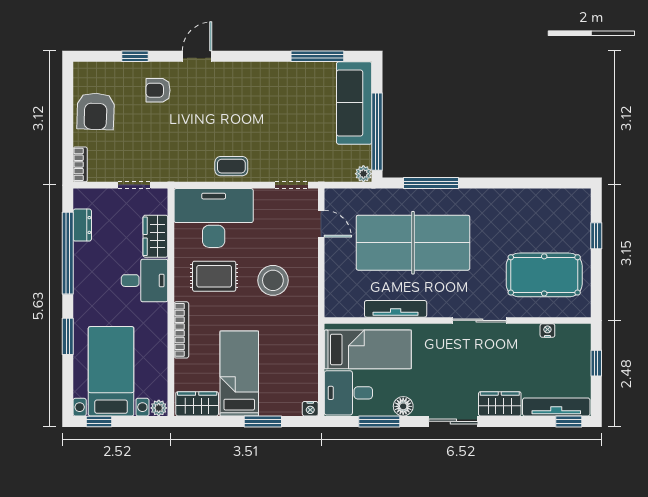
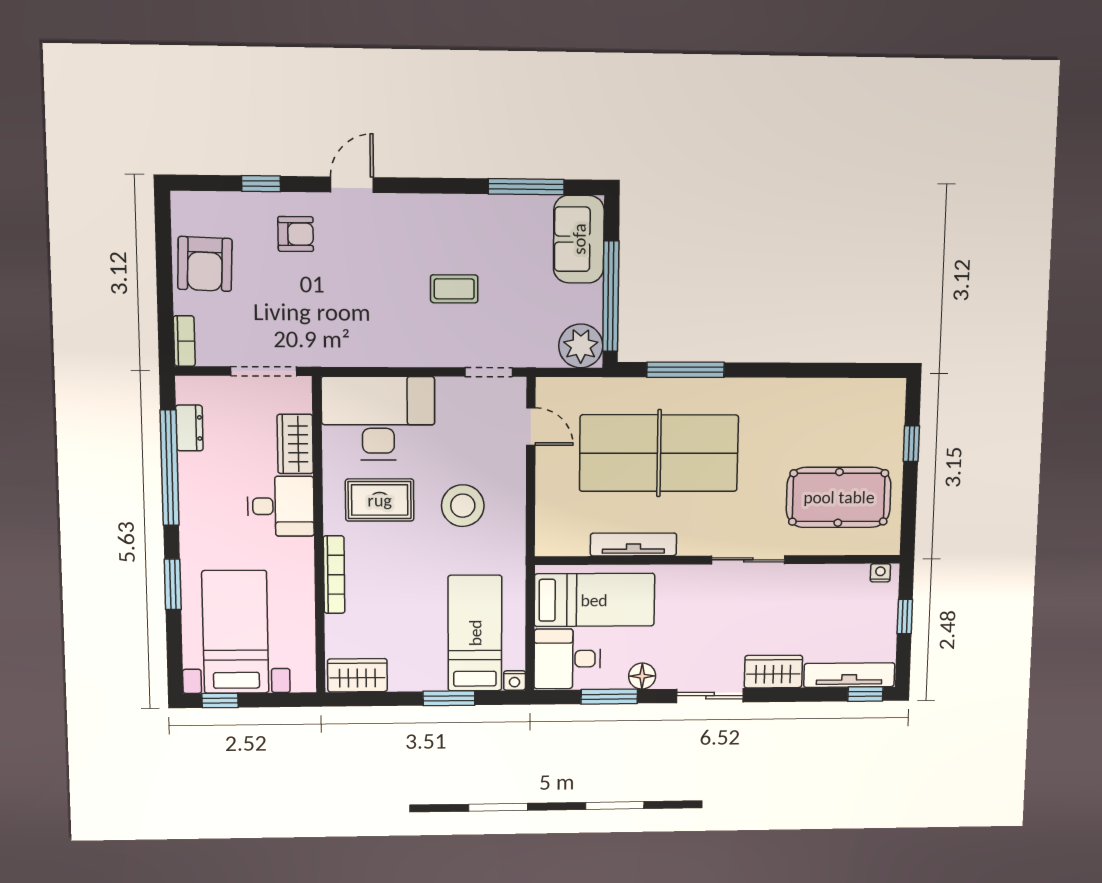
armchair: (158, 90) -> (296, 234), turned 180
sofa: (354, 103) -> (579, 239), width x0.73
coffee table: (231, 166) -> (454, 289), moved
plant: (363, 174) -> (581, 346), width x1.88, depth x1.88
doorway: (134, 185) -> (264, 371), width x1.38
nightstand: (547, 331) -> (880, 573), moved
bed: (239, 373) -> (475, 633), moved
plant: (159, 408) -> (304, 681), removed

